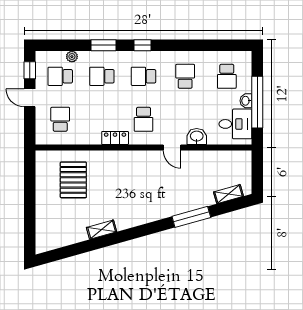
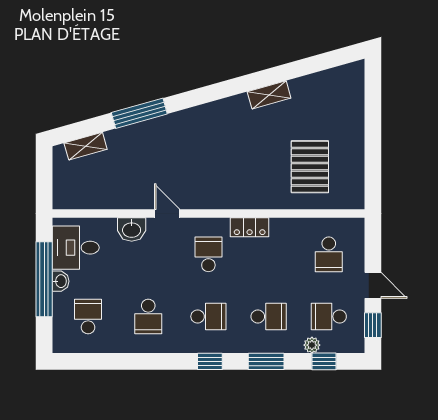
window: (64, 45) -> (324, 361), added
school desk: (60, 76) -> (329, 316), turned 180

